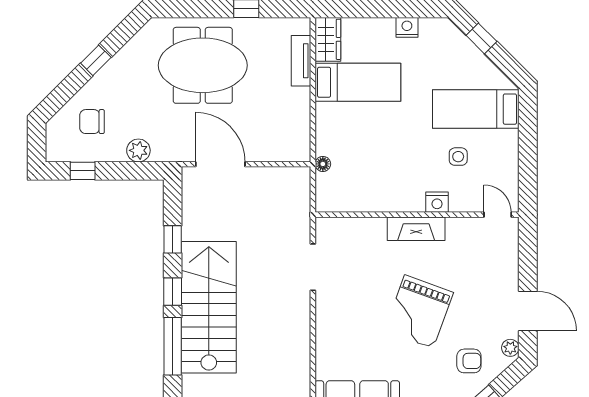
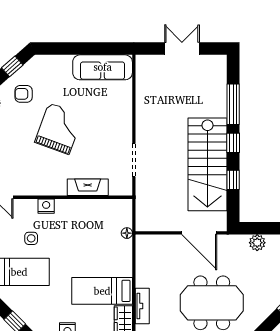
fireplace: (416, 229) -> (88, 187), moved
stairs: (209, 307) -> (207, 164), moved

